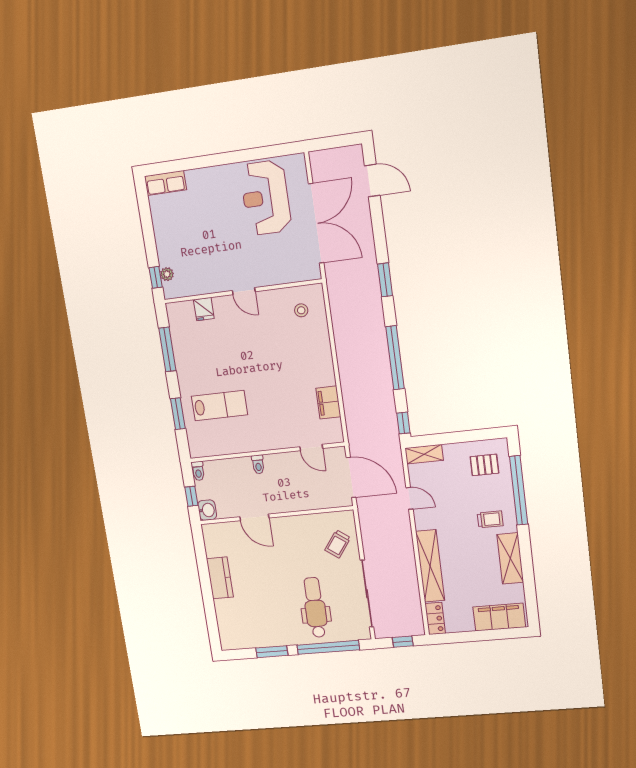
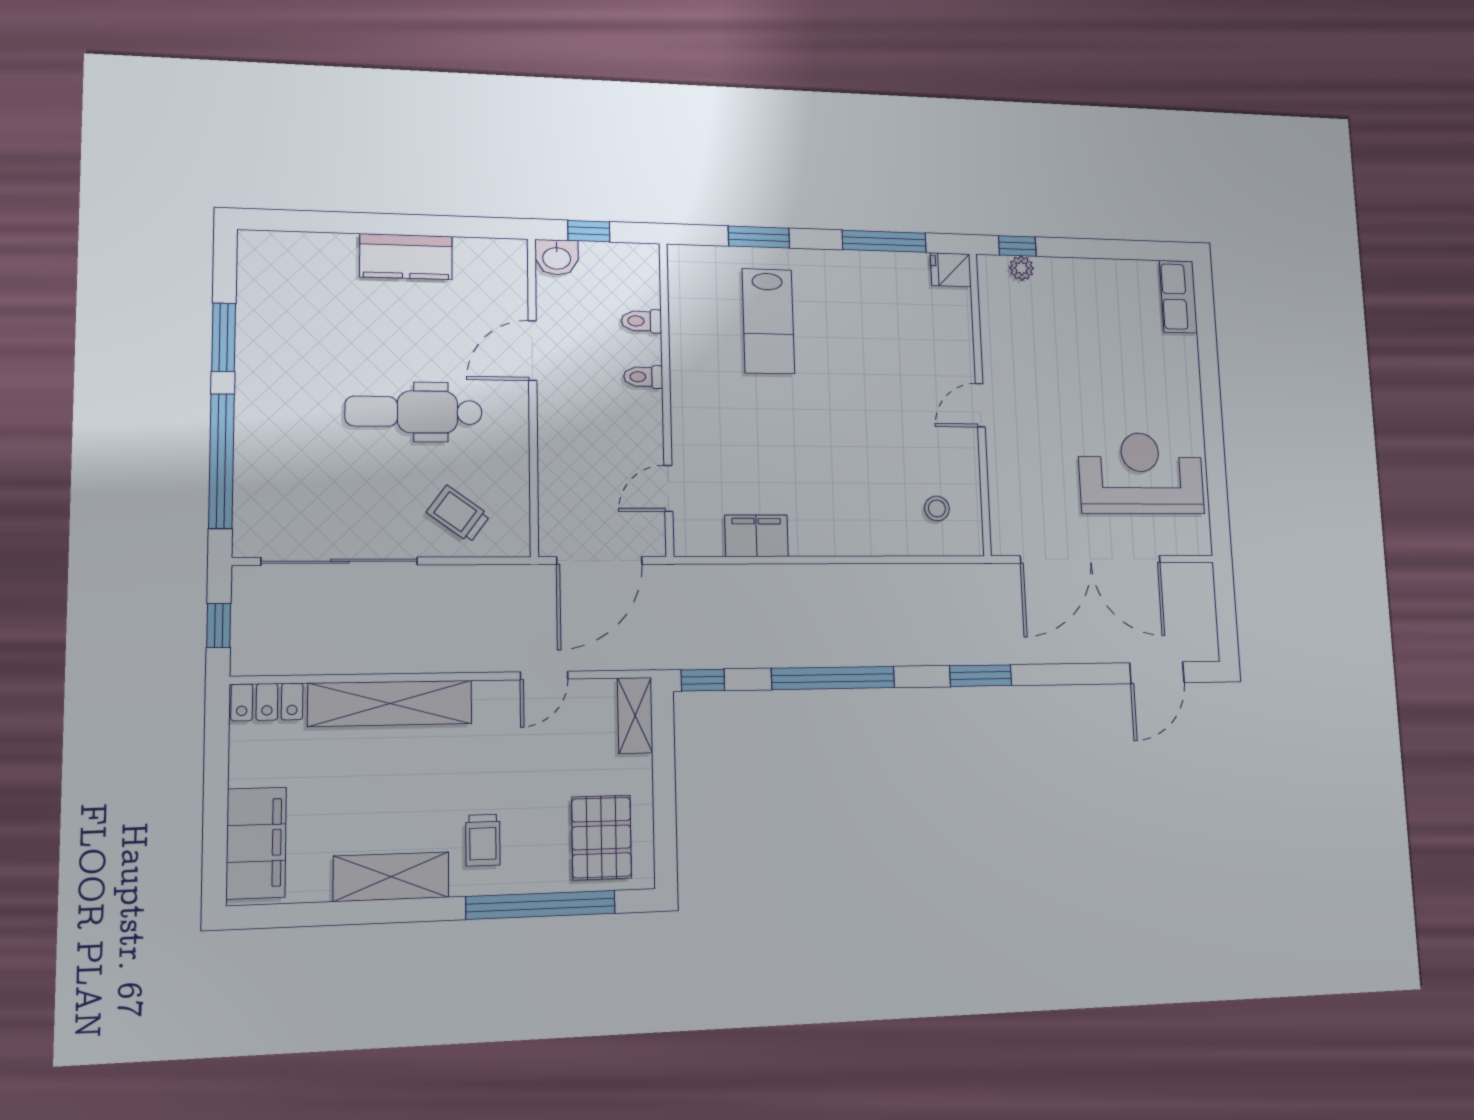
fridge: (204, 309) -> (951, 270), moved
pallet: (484, 465) -> (602, 837), width x1.50, depth x1.42
toilet: (198, 471) -> (641, 321), moved
dental chair: (315, 607) -> (414, 412), moved, turned 180

